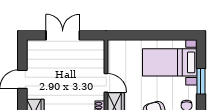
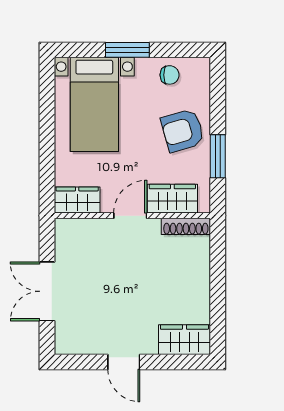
wardrobe: (115, 53) -> (77, 200), added

